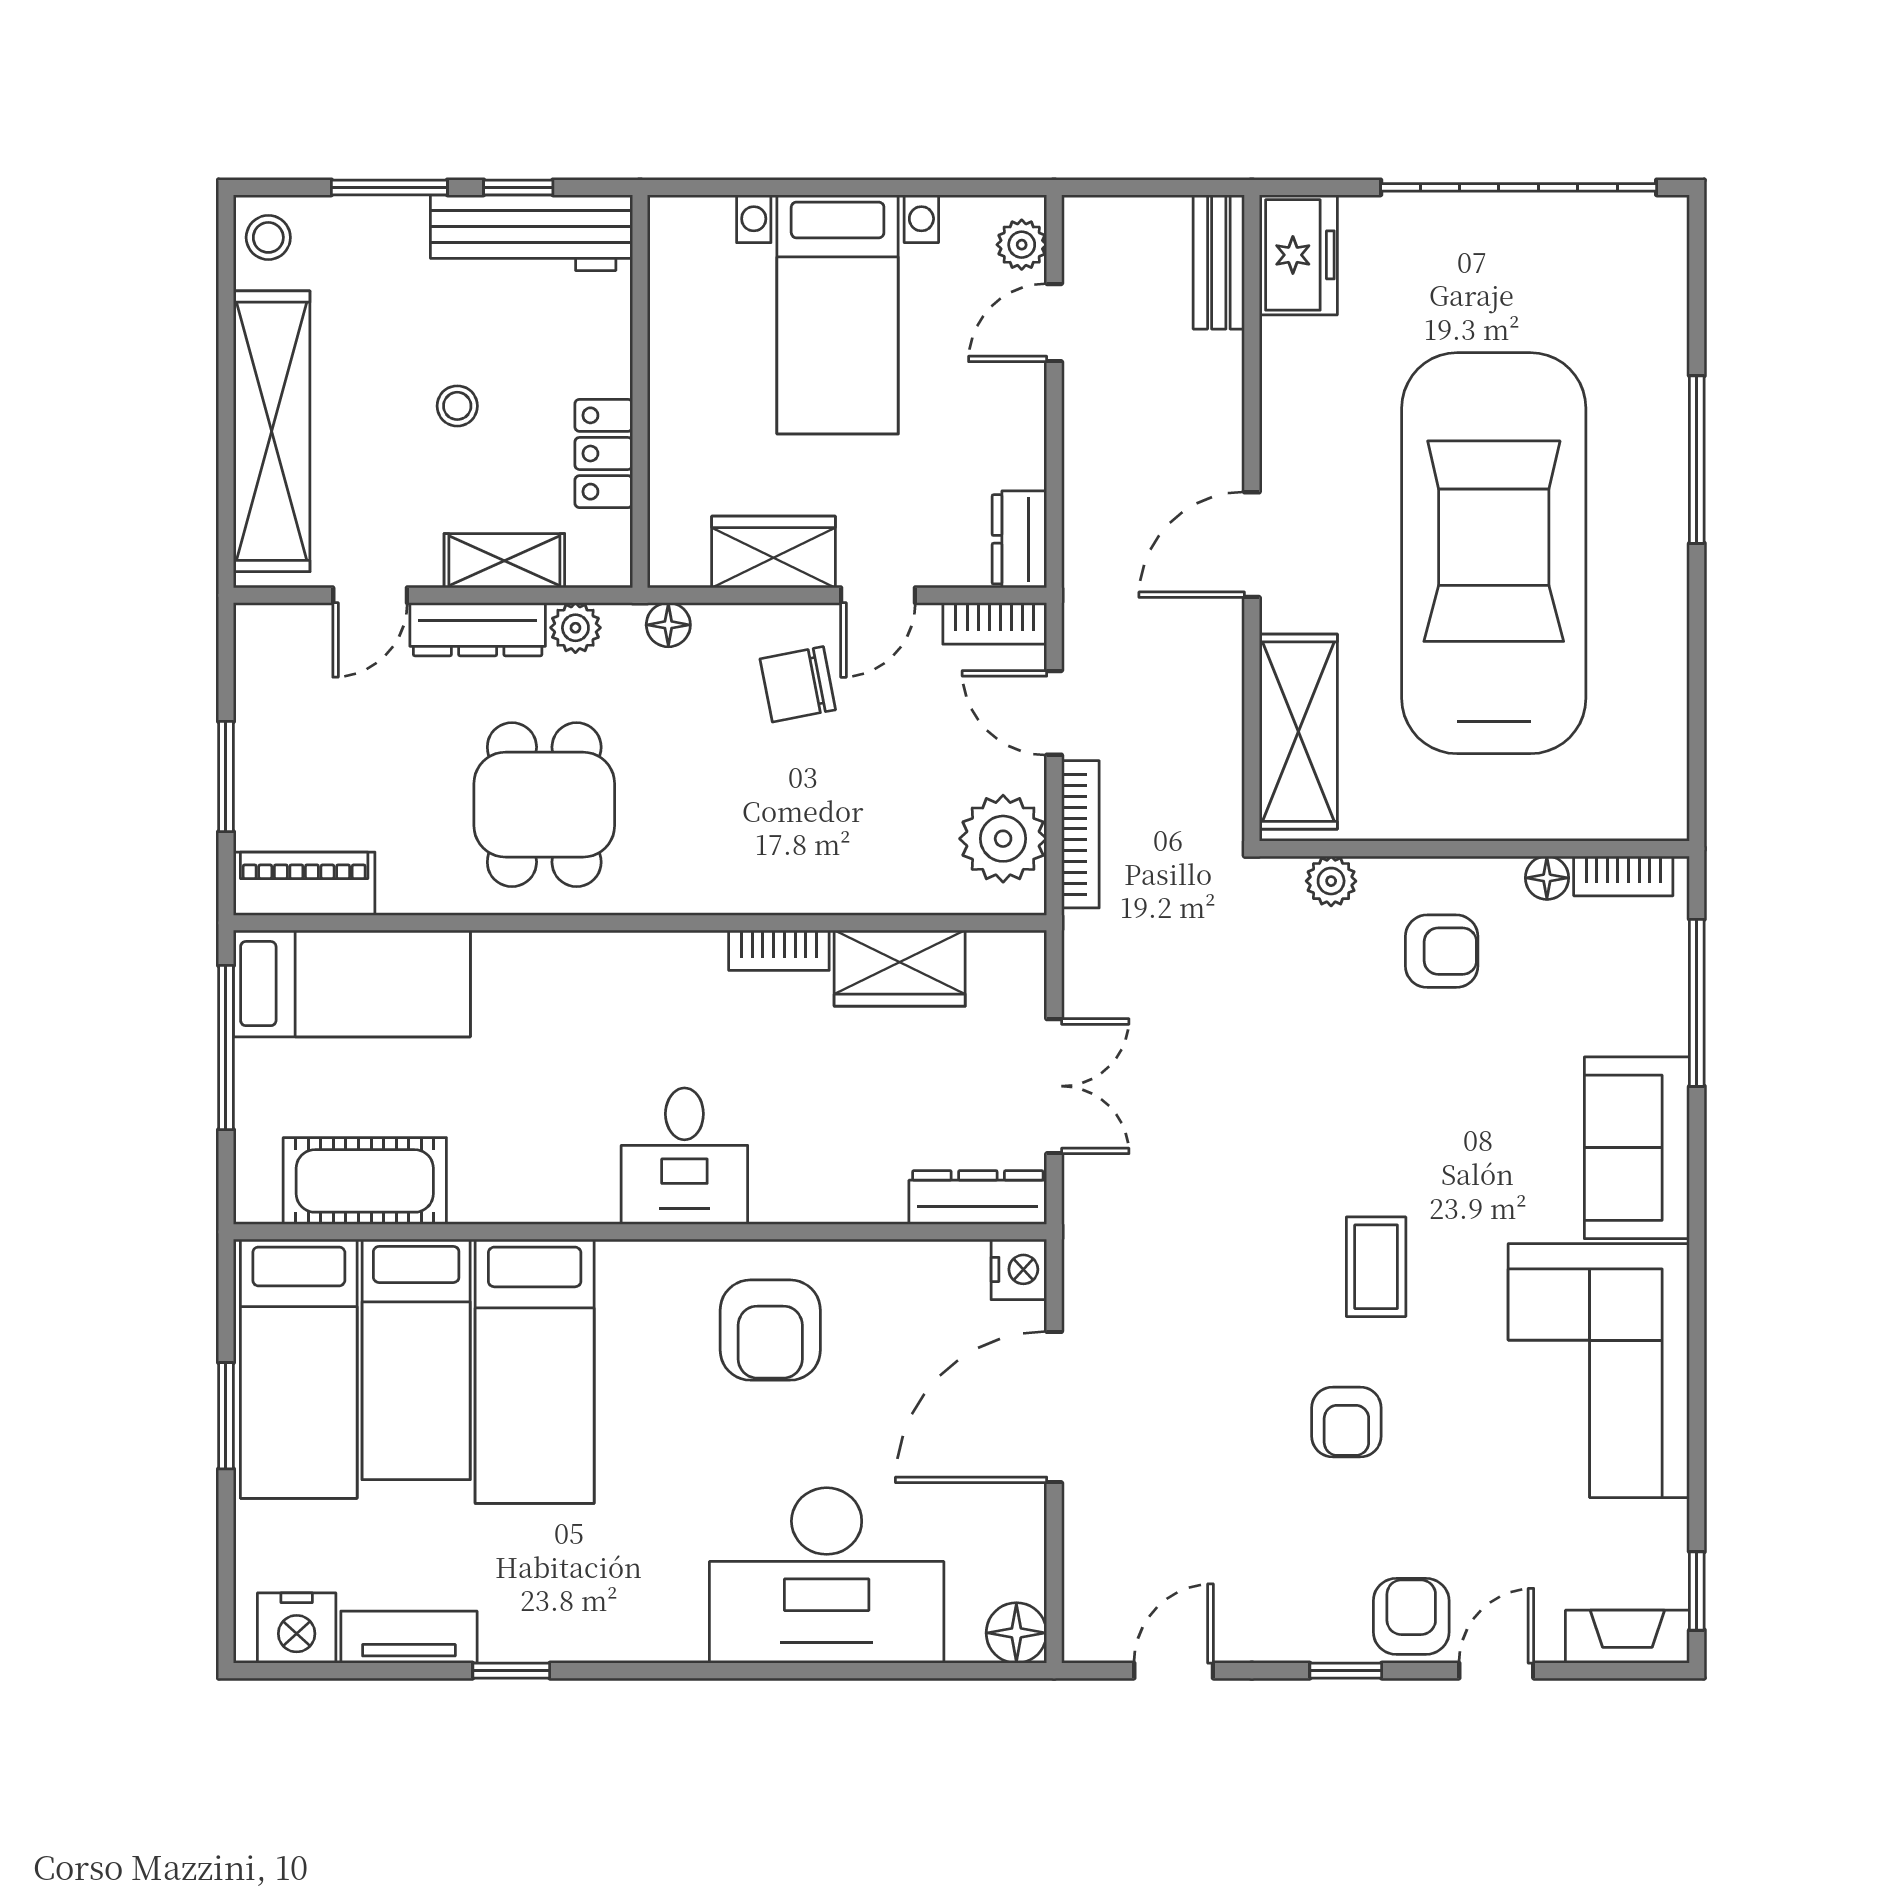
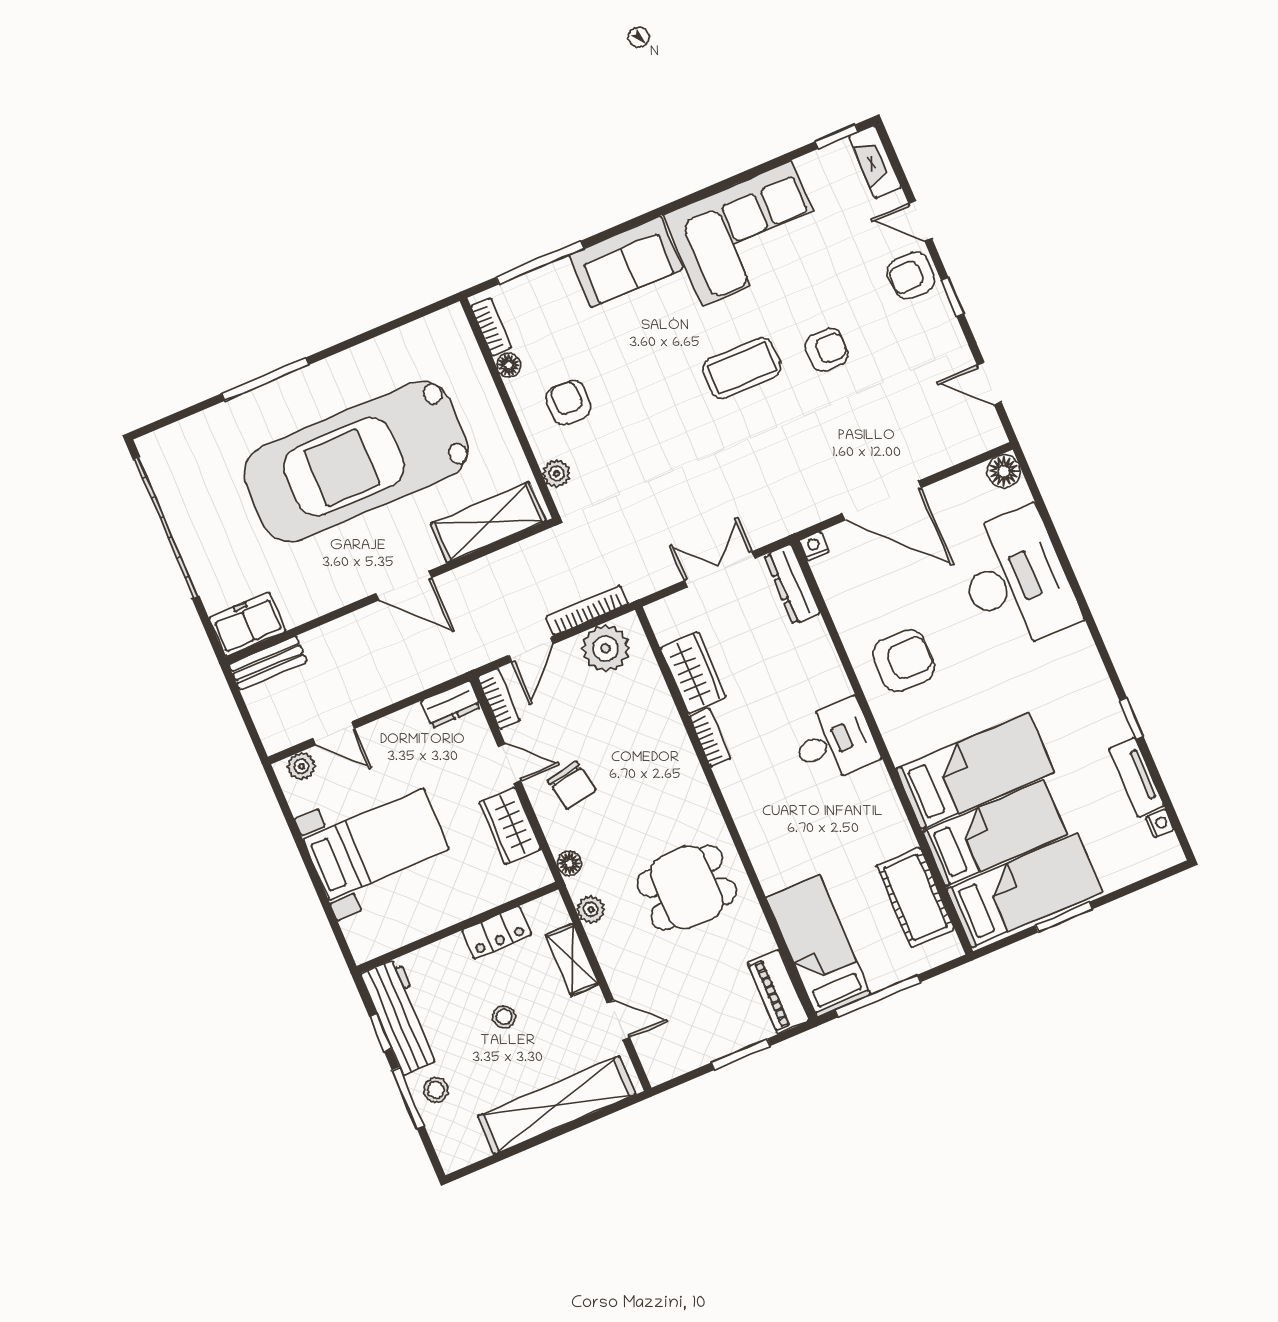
stool: (268, 237) -> (436, 1090), moved
dresser: (478, 629) -> (612, 959), removed
coffee table: (1376, 1267) -> (742, 368), width x1.36, depth x1.30
nightstand: (1019, 1269) -> (814, 546), width x0.72, depth x0.74
nightstand: (297, 1628) -> (1160, 823), width x0.53, depth x0.56

